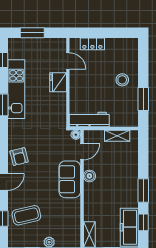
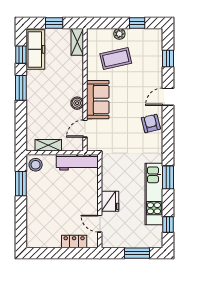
stool: (122, 80) -> (36, 165), moved
floor lamp: (76, 135) -> (91, 146), removed
coffee table: (26, 215) -> (116, 59), moved

